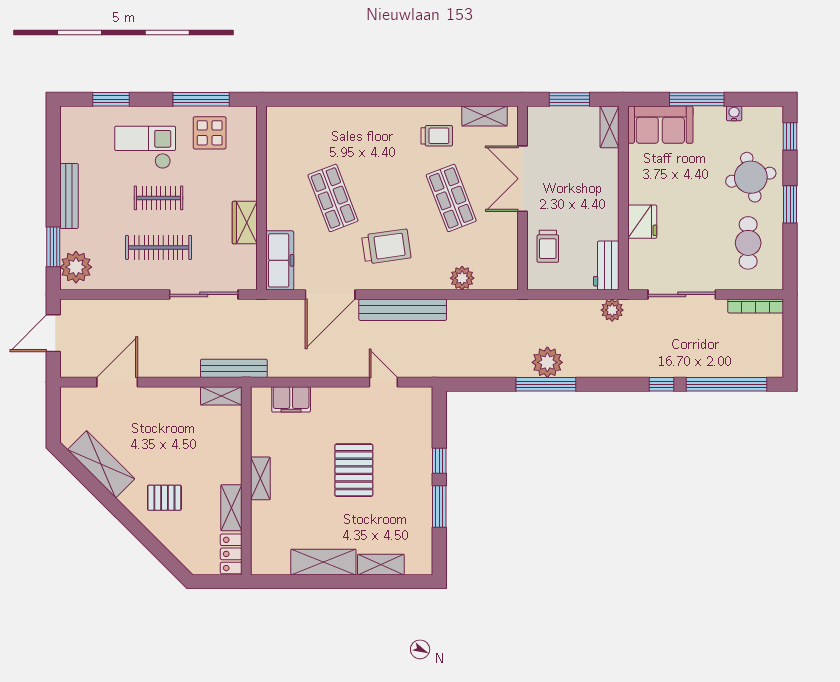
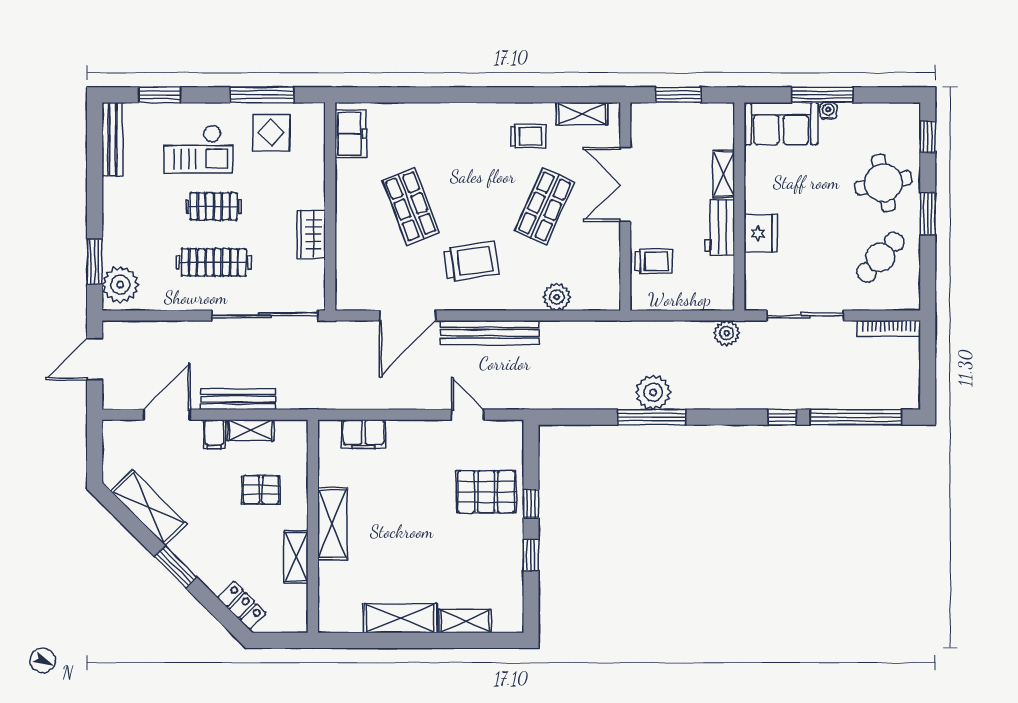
water cooler: (734, 113) -> (828, 111), moved
shelving: (610, 127) -> (724, 174), moved
checkout: (145, 147) -> (198, 149), turned 180
bench: (69, 196) -> (112, 139), moved
shop shelf: (451, 198) -> (545, 206), turned 45
cafe table: (748, 243) -> (880, 257), turned 42
trolley: (548, 246) -> (654, 261), turned -90
freezer: (280, 260) -> (351, 134), moved, width x0.71
workbench: (606, 265) -> (720, 227), moved
sliding door: (204, 294) -> (265, 316), width x1.36
bench: (234, 368) -> (238, 399), moved
shelving: (221, 396) -> (251, 430), moved
filing cabinet: (159, 399) -> (214, 434), added
pallet: (354, 470) -> (486, 492), moved, turned 90
shelving: (260, 478) -> (332, 524), width x1.50, depth x1.33
pallet: (164, 498) -> (261, 490), moved
window: (439, 506) -> (531, 555), width x0.67
window: (125, 517) -> (176, 567), added
locker: (231, 554) -> (242, 605), moved, turned 135

